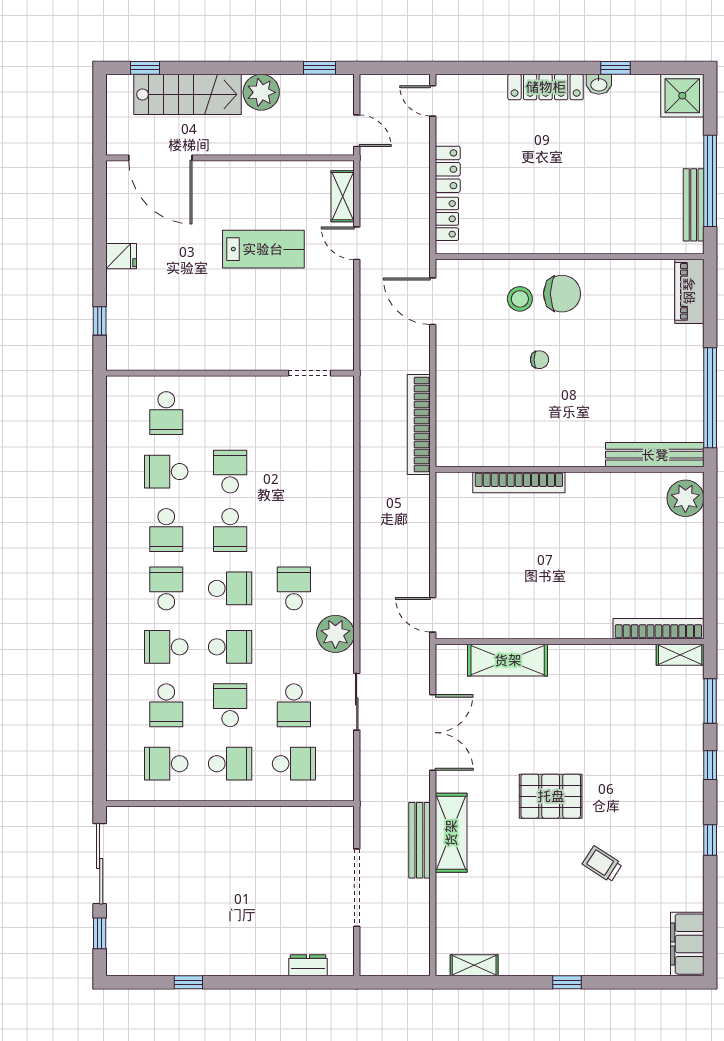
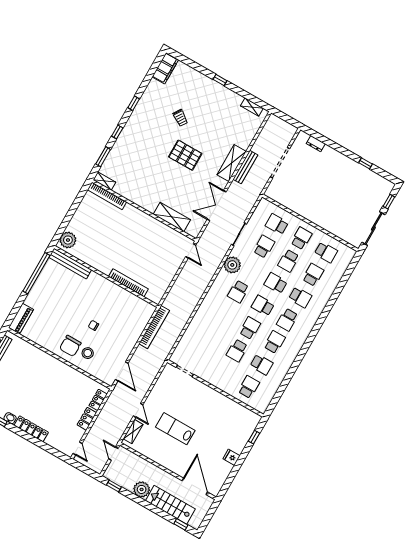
chair: (562, 294) -> (70, 346), turned -90
school desk: (230, 764) -> (301, 238), turned 90

